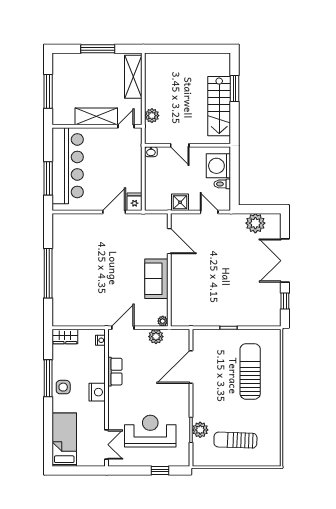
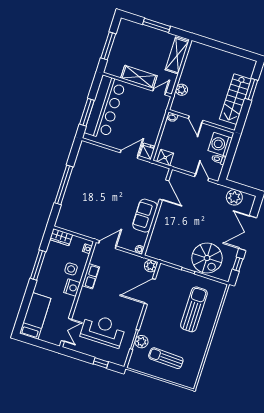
shower: (180, 202) -> (165, 158), moved
spiral stairs: (246, 306) -> (207, 258), added
plant: (156, 337) -> (151, 266), moved
side table: (63, 387) -> (71, 269), moved

